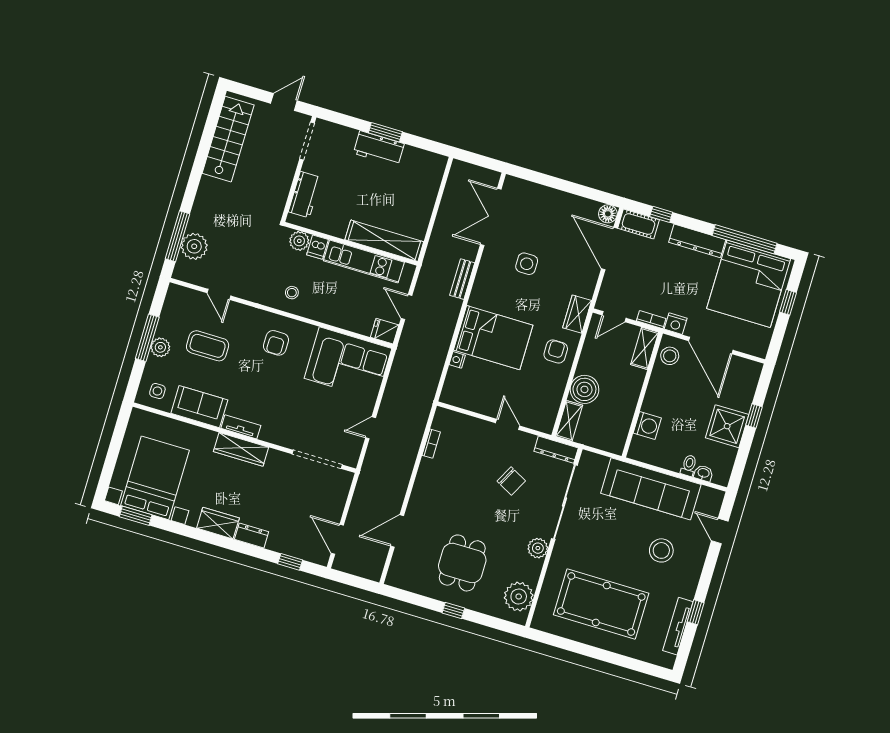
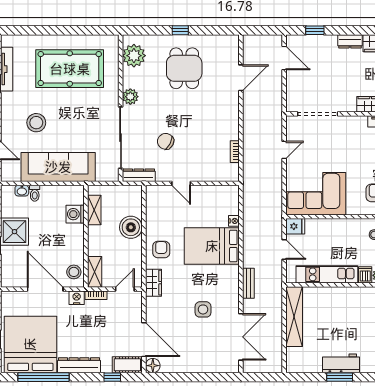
shelving: (384, 241) -> (294, 317), moved, turned 90
armchair: (556, 351) -> (161, 250), turned 180
shelving: (569, 421) -> (94, 210), moved

